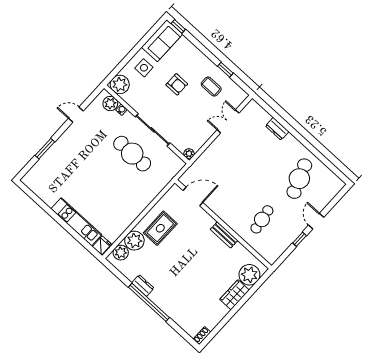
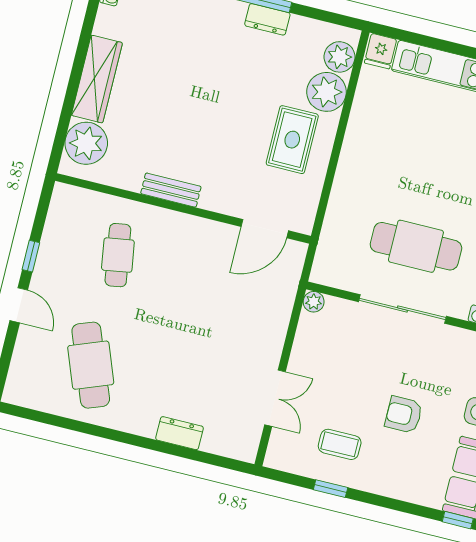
wardrobe: (234, 295) -> (97, 79), width x1.50

